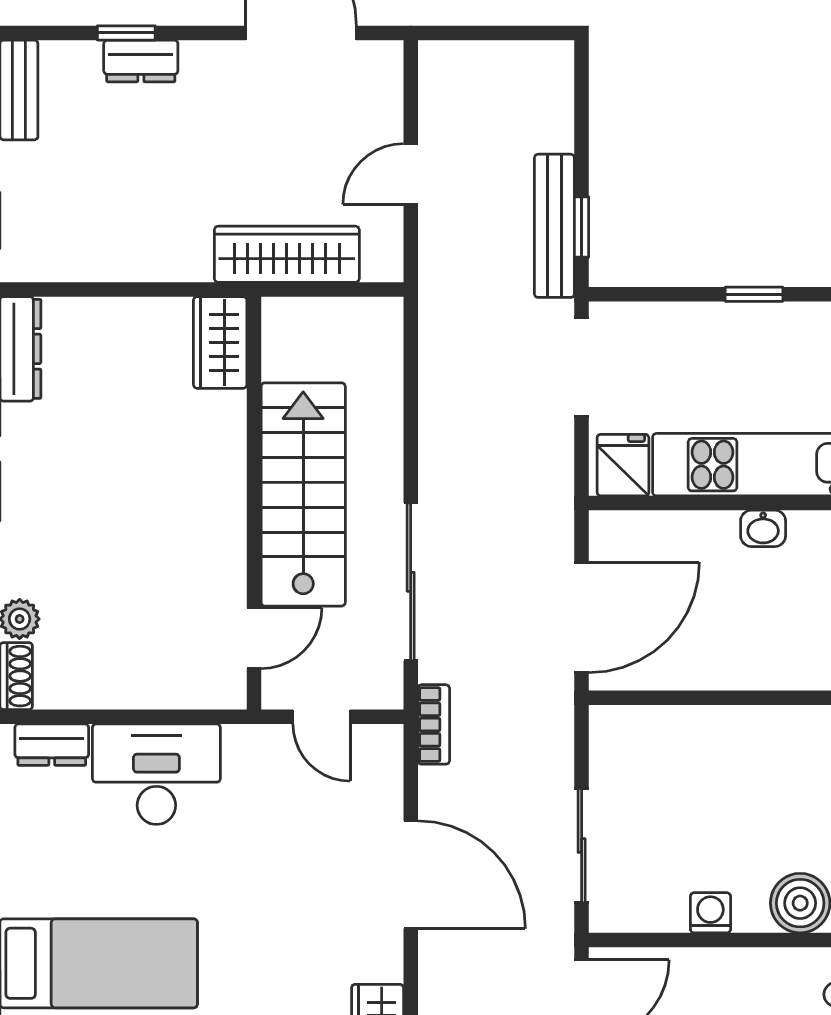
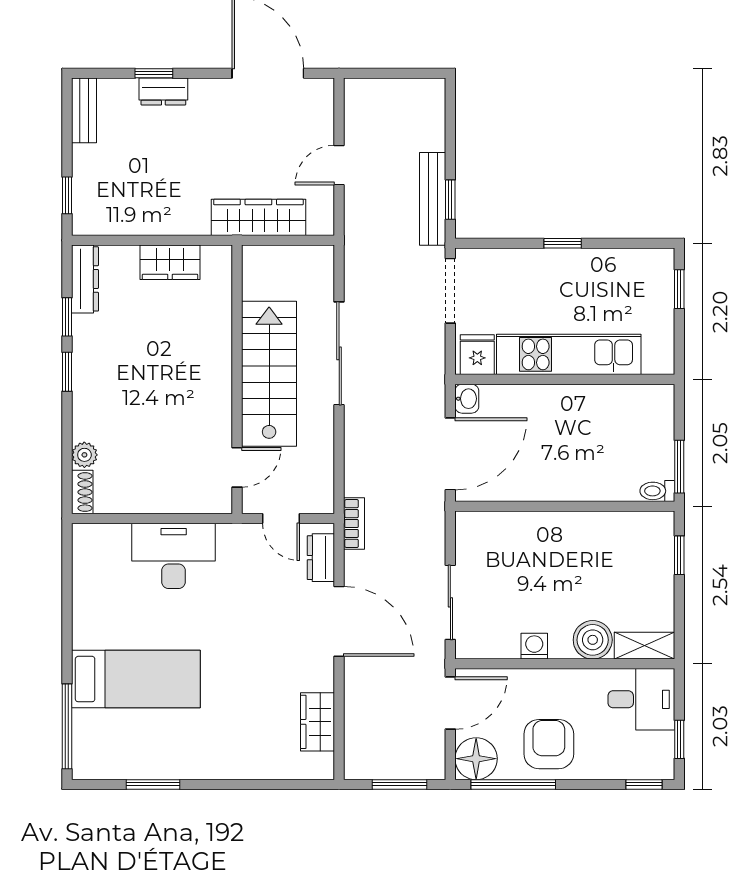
wardrobe: (220, 342) -> (170, 262), moved, turned -90
washbasin: (763, 528) -> (467, 399), moved, turned -90
sliding door: (411, 582) -> (339, 353), moved
dresser: (52, 745) -> (321, 558), moved, turned 90

